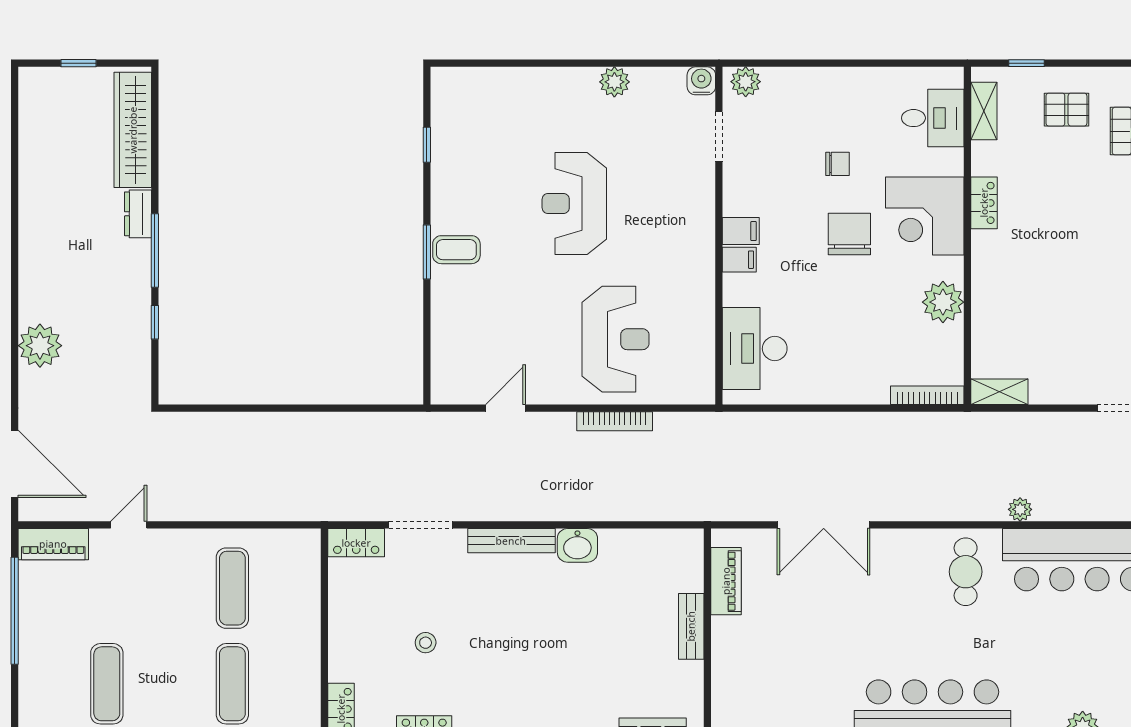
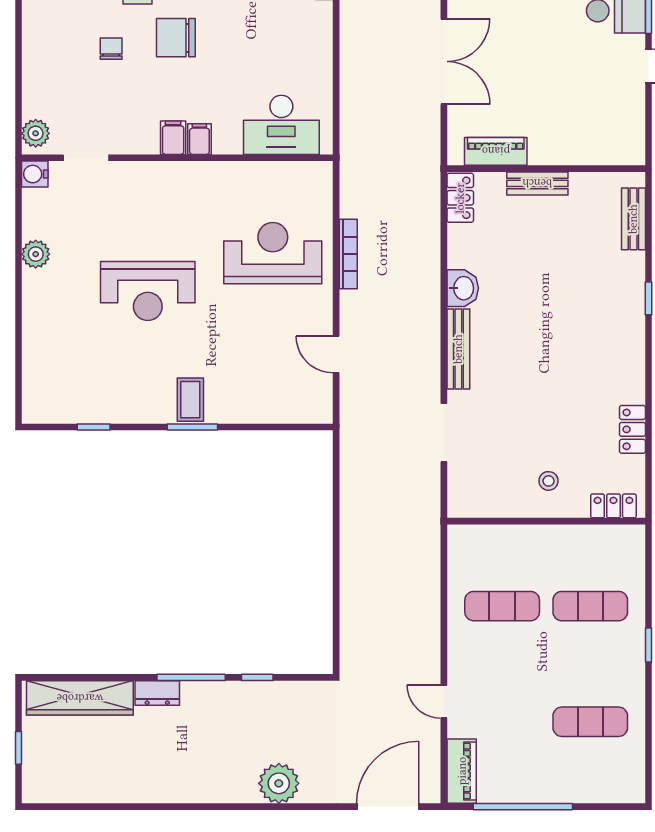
locker: (356, 543) -> (460, 198), moved
stool: (426, 643) -> (549, 481), moved

